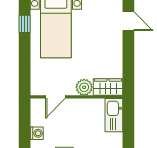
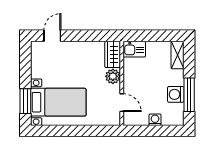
window: (25, 24) -> (55, 131), removed
kitchen sink: (114, 115) -> (134, 49), width x0.73

